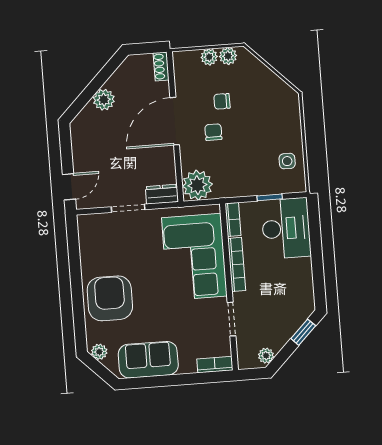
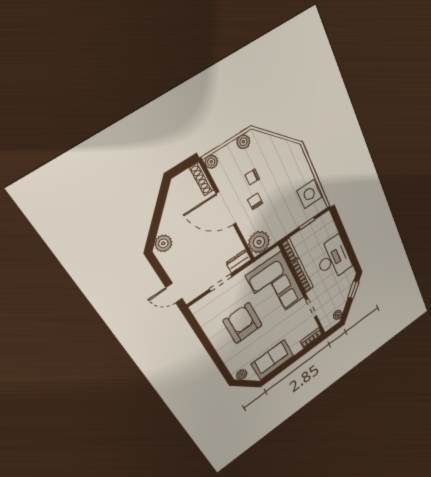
plant: (209, 57) -> (211, 162), moved
shoe rack: (161, 66) -> (202, 179), width x1.43
plant: (104, 100) -> (163, 243), moved
door: (175, 121) -> (226, 208), hinge flipped
side table: (287, 161) -> (309, 194), width x1.87, depth x1.87
door: (69, 187) -> (174, 293), swing flipped
desk: (286, 228) -> (333, 259), moved
armchair: (110, 298) -> (243, 323), moved

